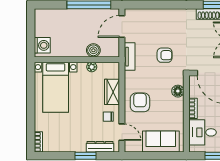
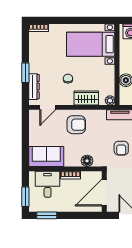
plant: (92, 67) -> (110, 100), moved
chair: (108, 117) -> (68, 79), moved
sofa: (161, 141) -> (46, 156), moved, turned -90

